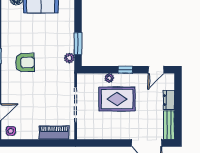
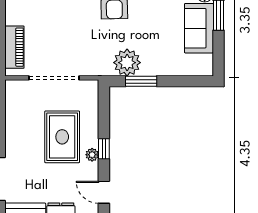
plant: (69, 58) -> (127, 63), width x1.88, depth x1.88
plant: (109, 78) -> (92, 155), moved

